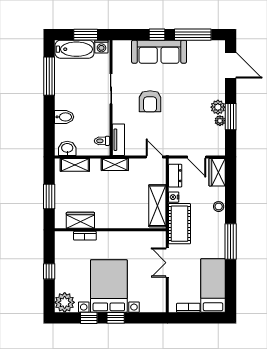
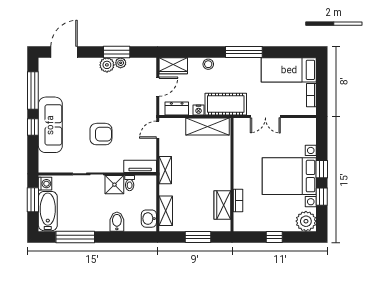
shower: (100, 115) -> (114, 185), added
toilet: (102, 141) -> (130, 183), moved

